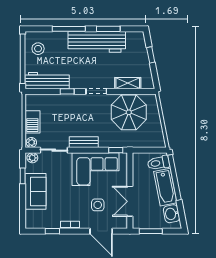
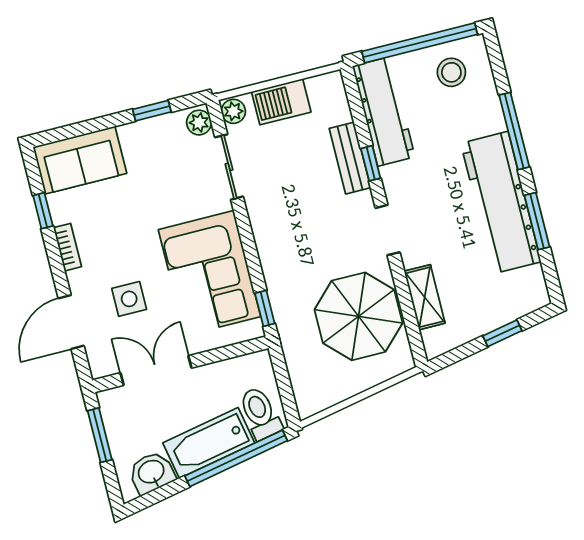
bench: (84, 142) -> (350, 158), moved
sofa: (35, 191) -> (80, 160), moved

